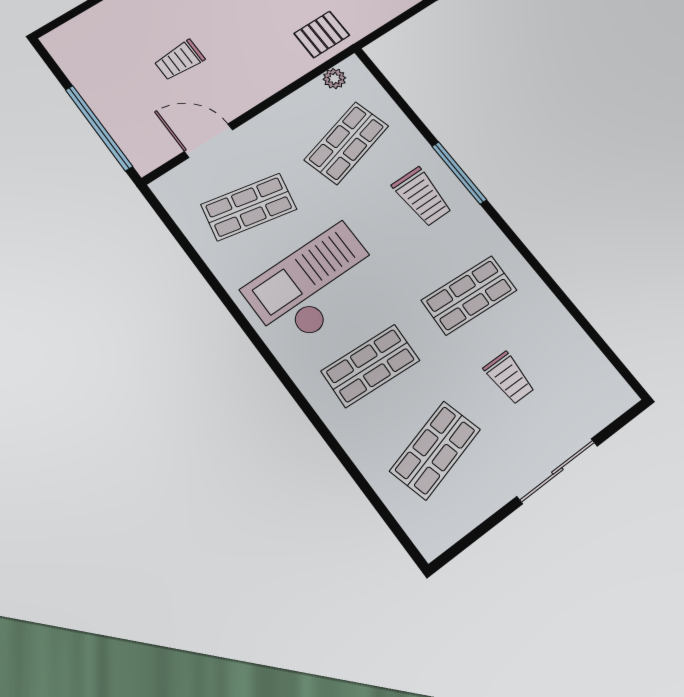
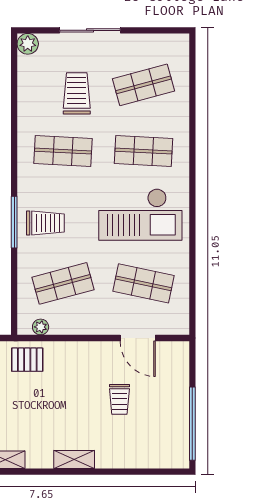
trolley: (179, 60) -> (119, 399), turned 90
window: (99, 128) -> (192, 424), moved
trolley: (422, 197) -> (45, 223), turned 90
trolley: (509, 378) -> (77, 93), width x1.36, depth x1.39
plant: (618, 396) -> (28, 44), added

